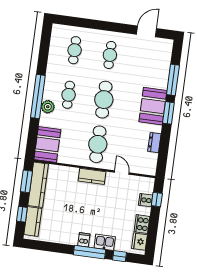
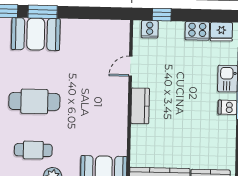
dresser: (154, 143) -> (85, 27), removed
cafe table: (98, 144) -> (96, 103), removed
cooker: (146, 200) -> (150, 29), moved

